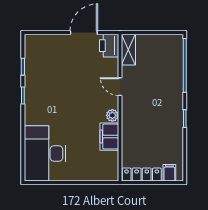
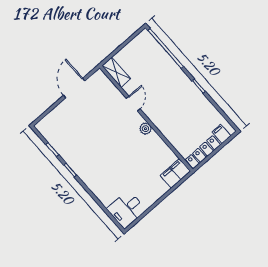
printer: (109, 46) -> (100, 81), removed
door: (120, 87) -> (133, 104), swing flipped
filing cabinet: (109, 137) -> (175, 173), moved, turned 90
desk: (45, 153) -> (126, 209), width x0.53, depth x0.77

